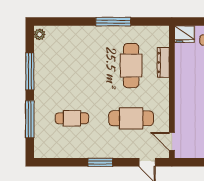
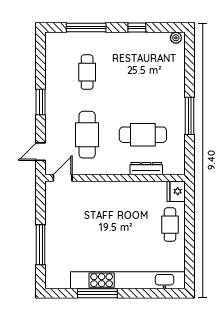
window: (30, 71) -> (137, 27), width x0.46

